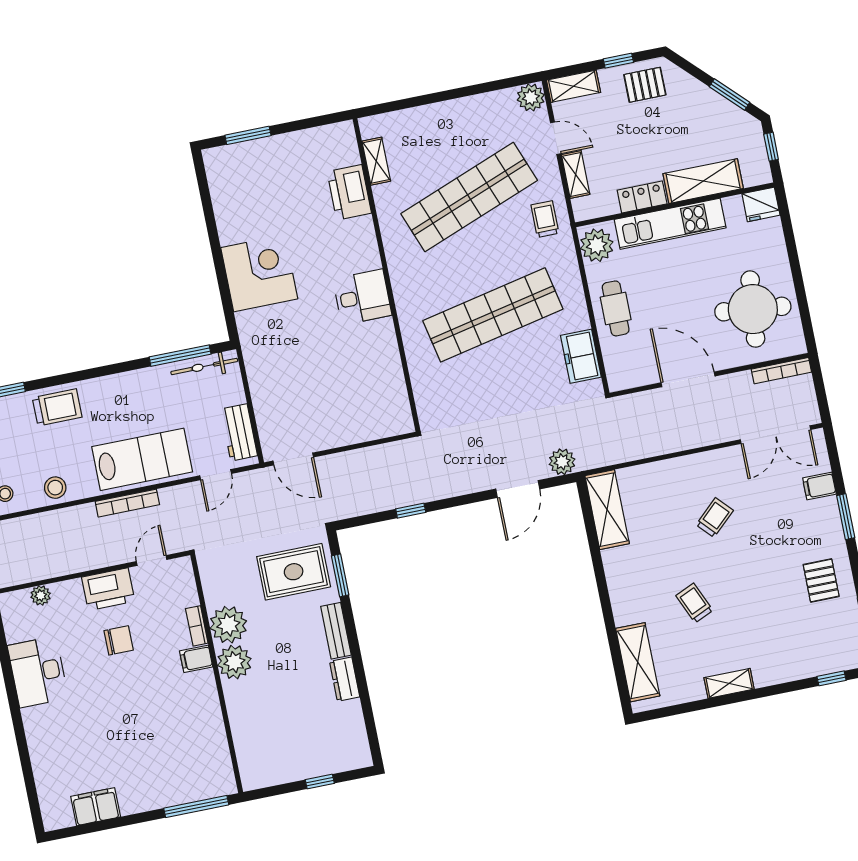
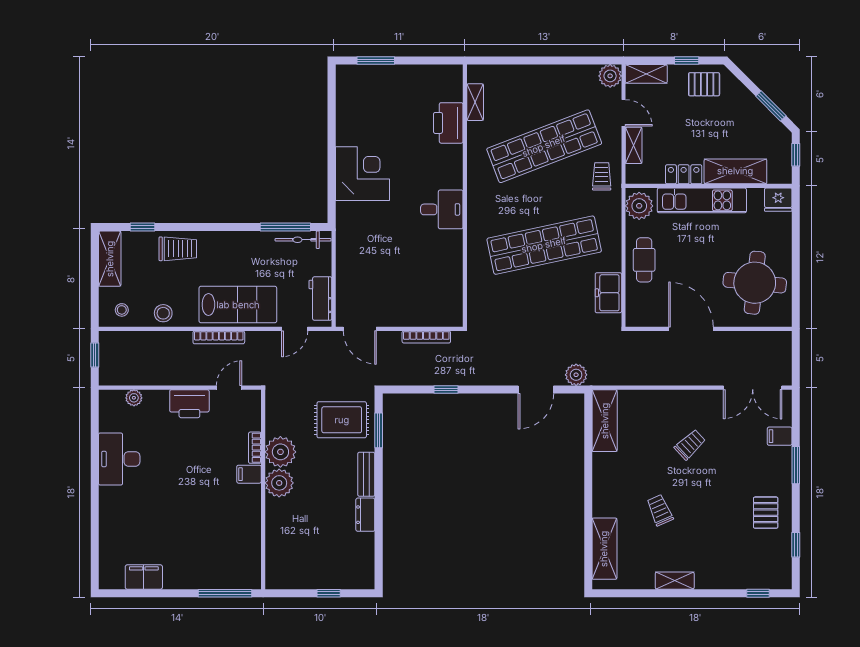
bookcase: (781, 371) -> (426, 337), moved
chair: (119, 640) -> (189, 447), removed

